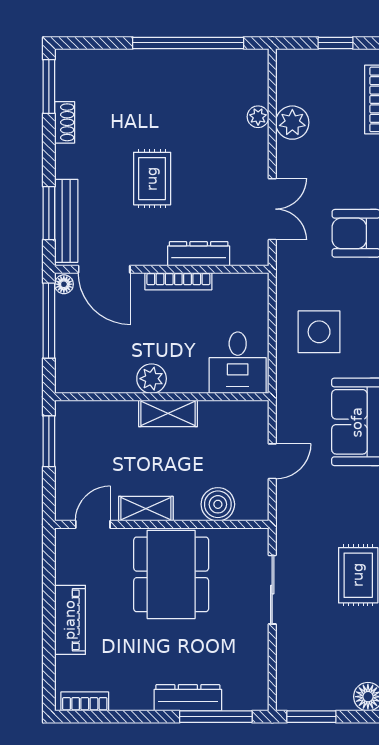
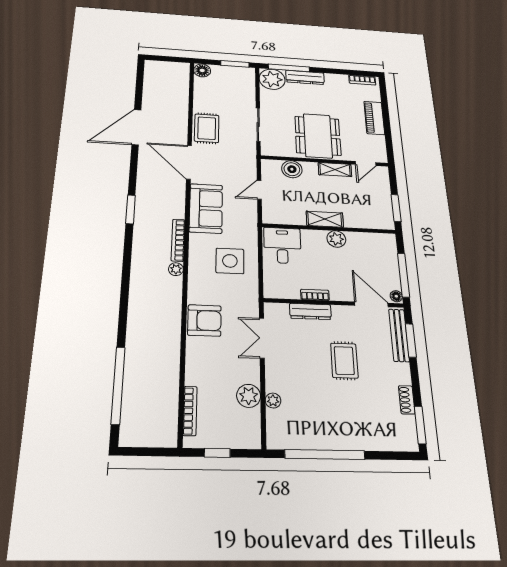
bookcase: (178, 281) -> (315, 295), width x0.64
plant: (246, 688) -> (272, 79), added

